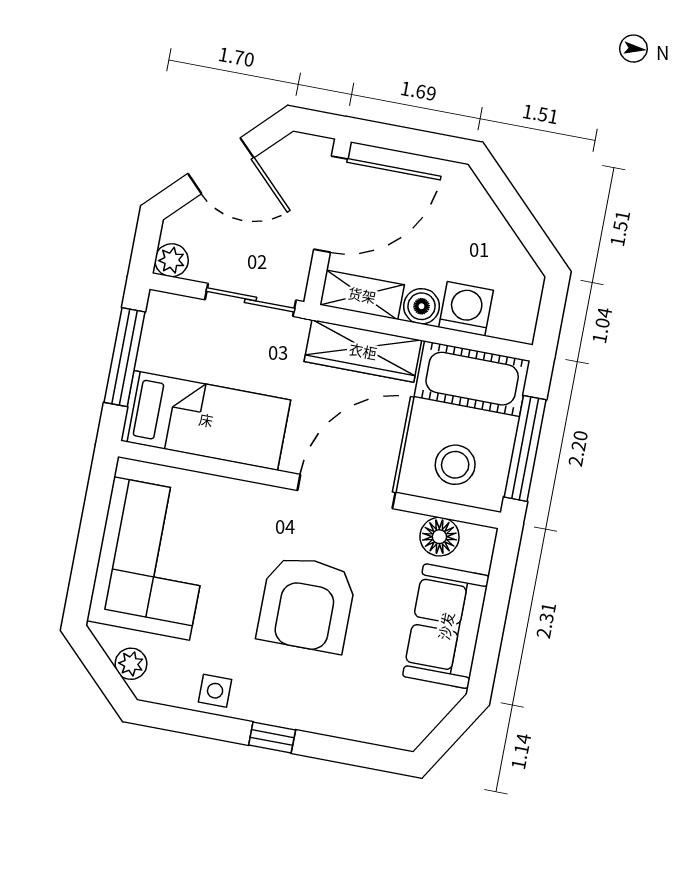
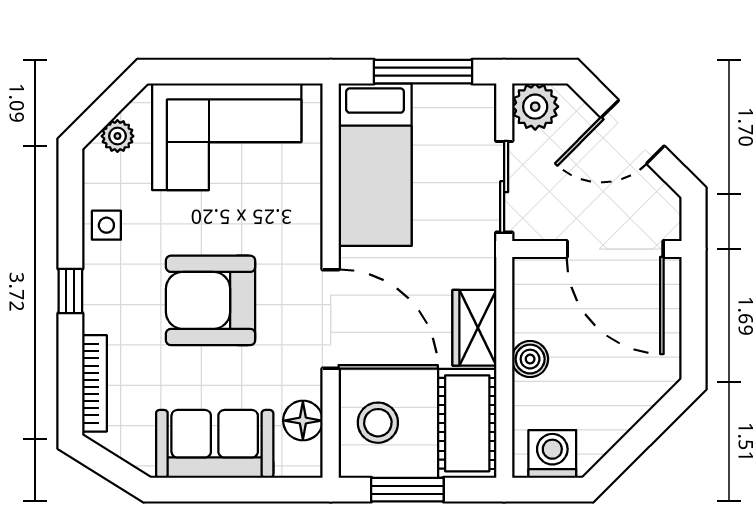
door: (221, 166) -> (633, 132), hinge flipped
plant: (172, 260) -> (535, 107), width x1.38, depth x1.38
shelving: (362, 295) -> (530, 297), removed
washing machine: (466, 309) -> (552, 454), moved, turned -90
wardrobe: (363, 351) -> (474, 328), width x0.67
window: (525, 448) -> (407, 490), width x0.69
bookcase: (366, 731) -> (95, 383), added

